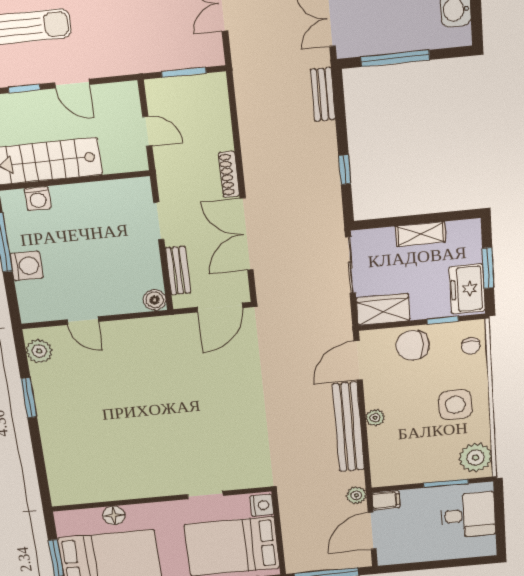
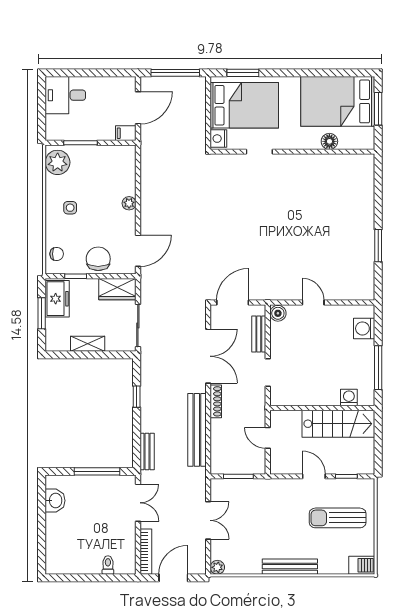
washing machine: (27, 266) -> (364, 328), moved
door: (83, 321) -> (313, 303), moved
chair: (413, 345) -> (98, 259), turned -90
chair: (471, 346) -> (57, 254), turned 90
plant: (39, 351) -> (365, 282), removed
side table: (455, 405) -> (70, 208), width x0.54, depth x0.54
bench: (348, 427) -> (197, 430), moved
plant: (356, 495) -> (147, 140), removed
desk: (468, 515) -> (65, 95), moved

